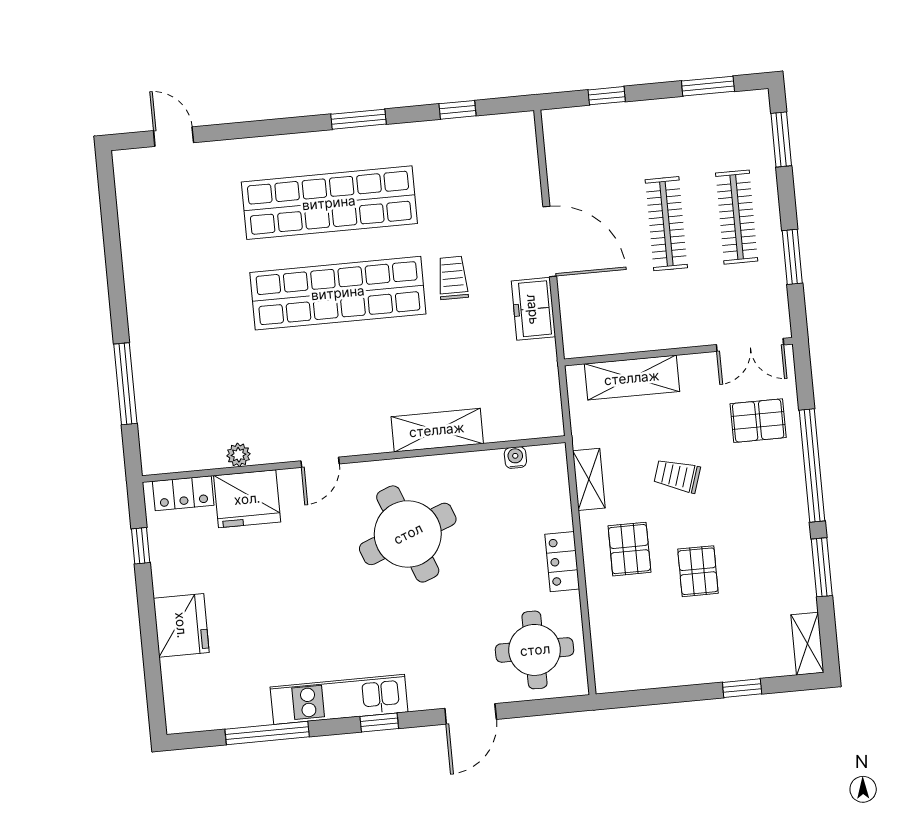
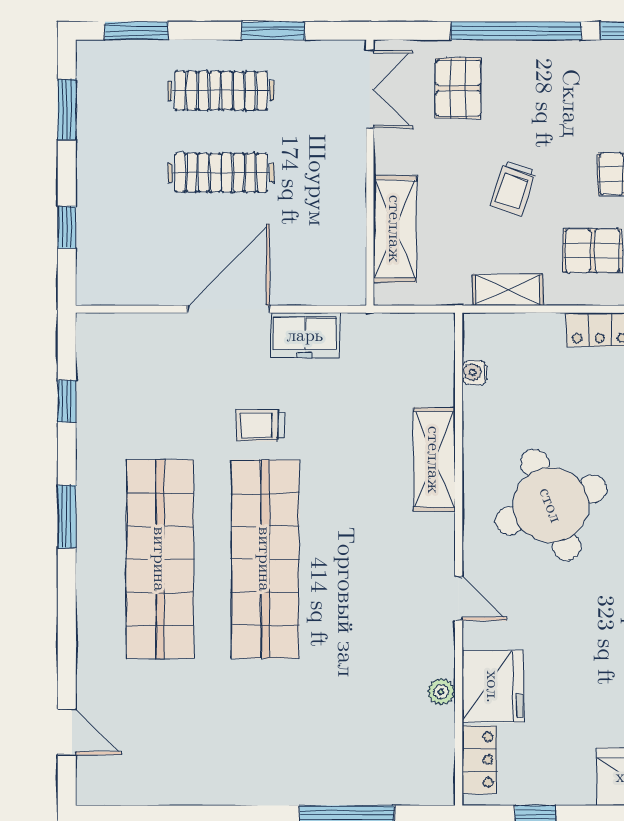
door: (174, 137) -> (67, 732), swing flipped

